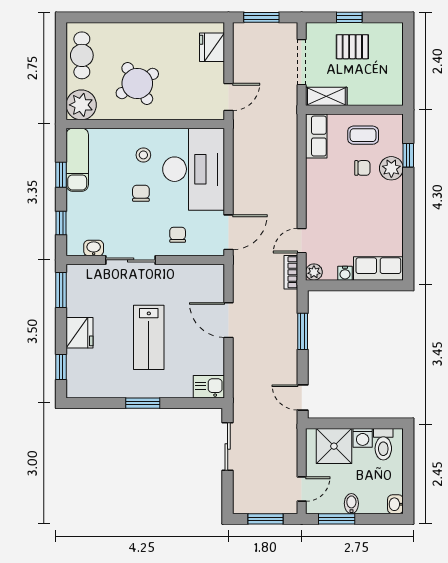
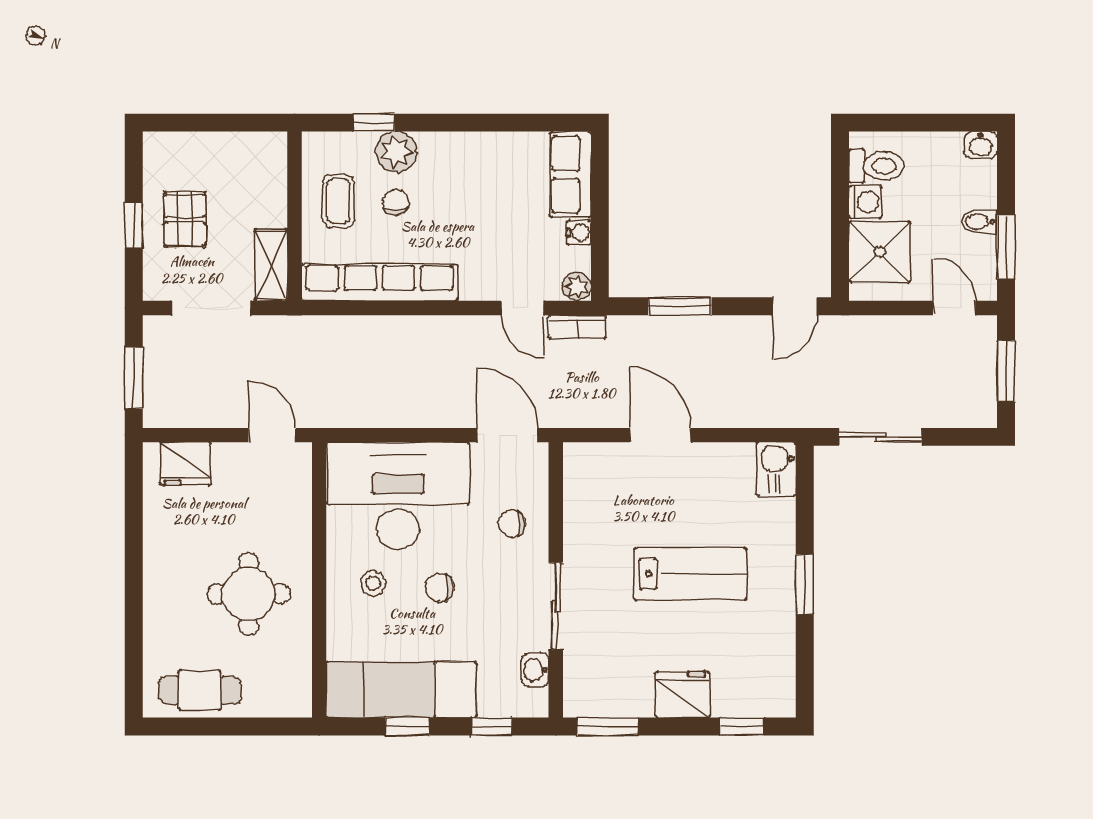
round table: (137, 83) -> (249, 594), turned 32
plant: (81, 105) -> (286, 691), removed
row of seats: (316, 136) -> (379, 282), width x2.02
exam couch: (77, 160) -> (401, 690), width x1.36, depth x1.45
door: (229, 320) -> (660, 435), swing flipped

